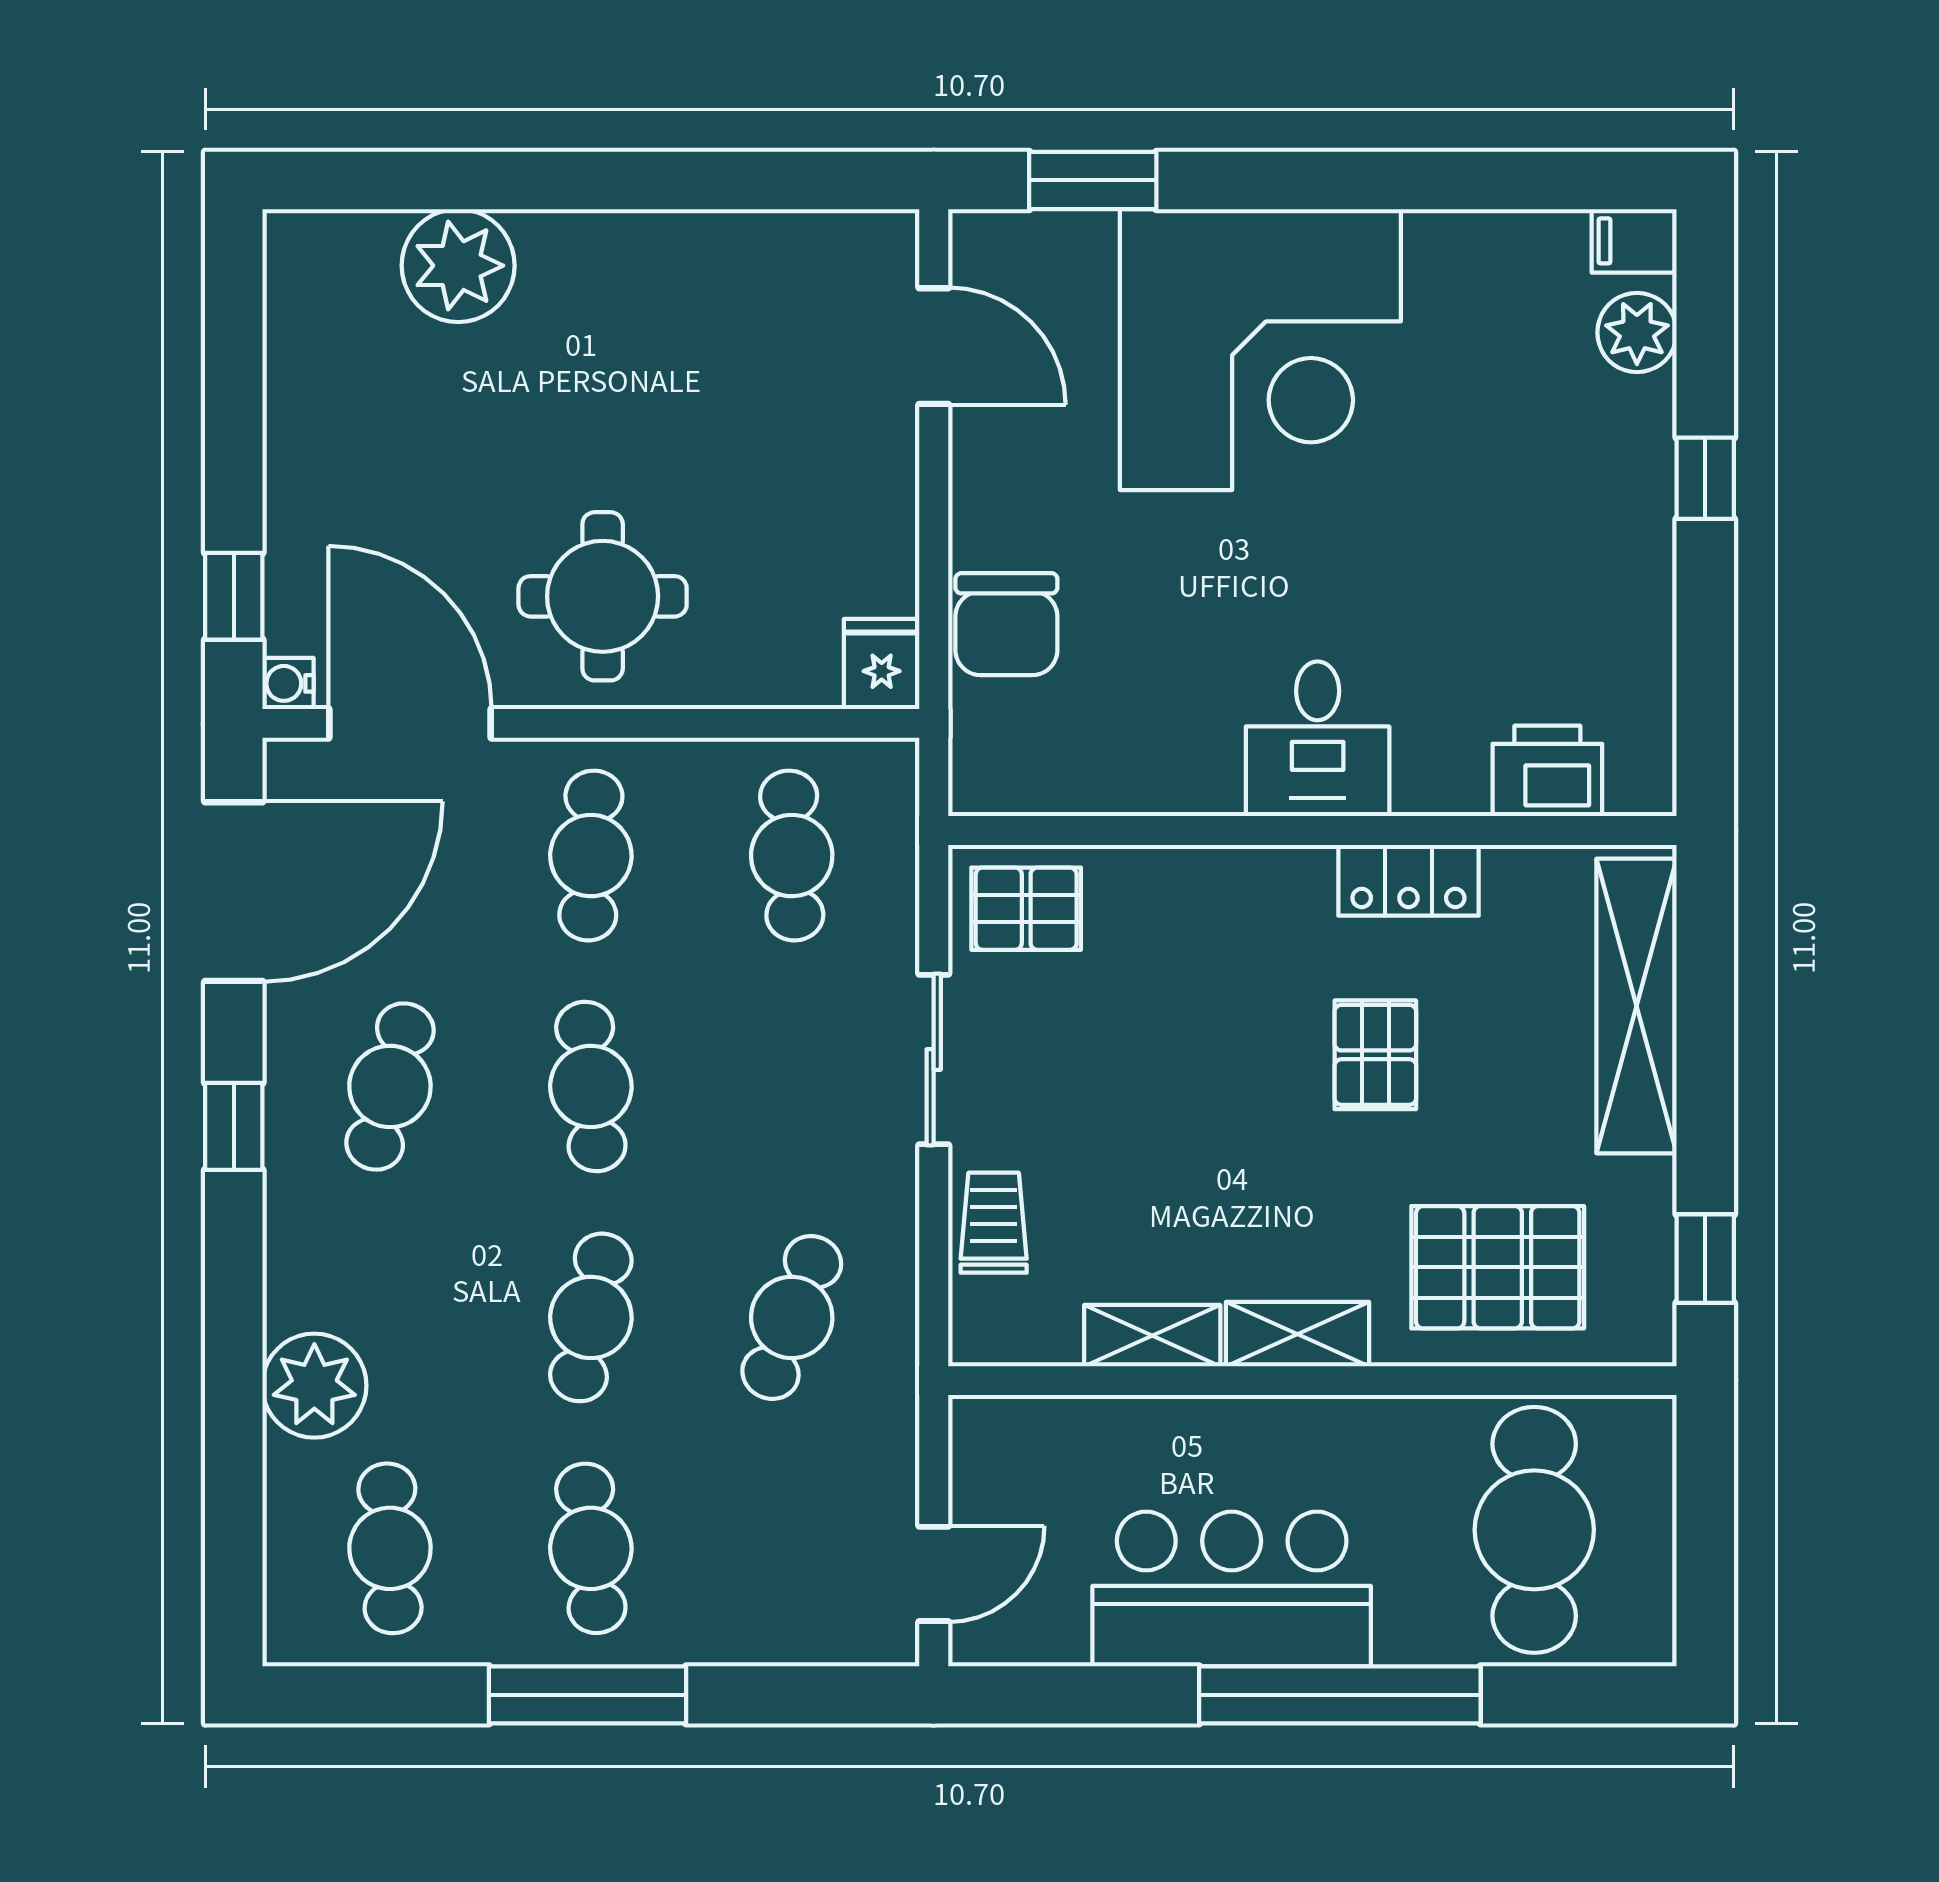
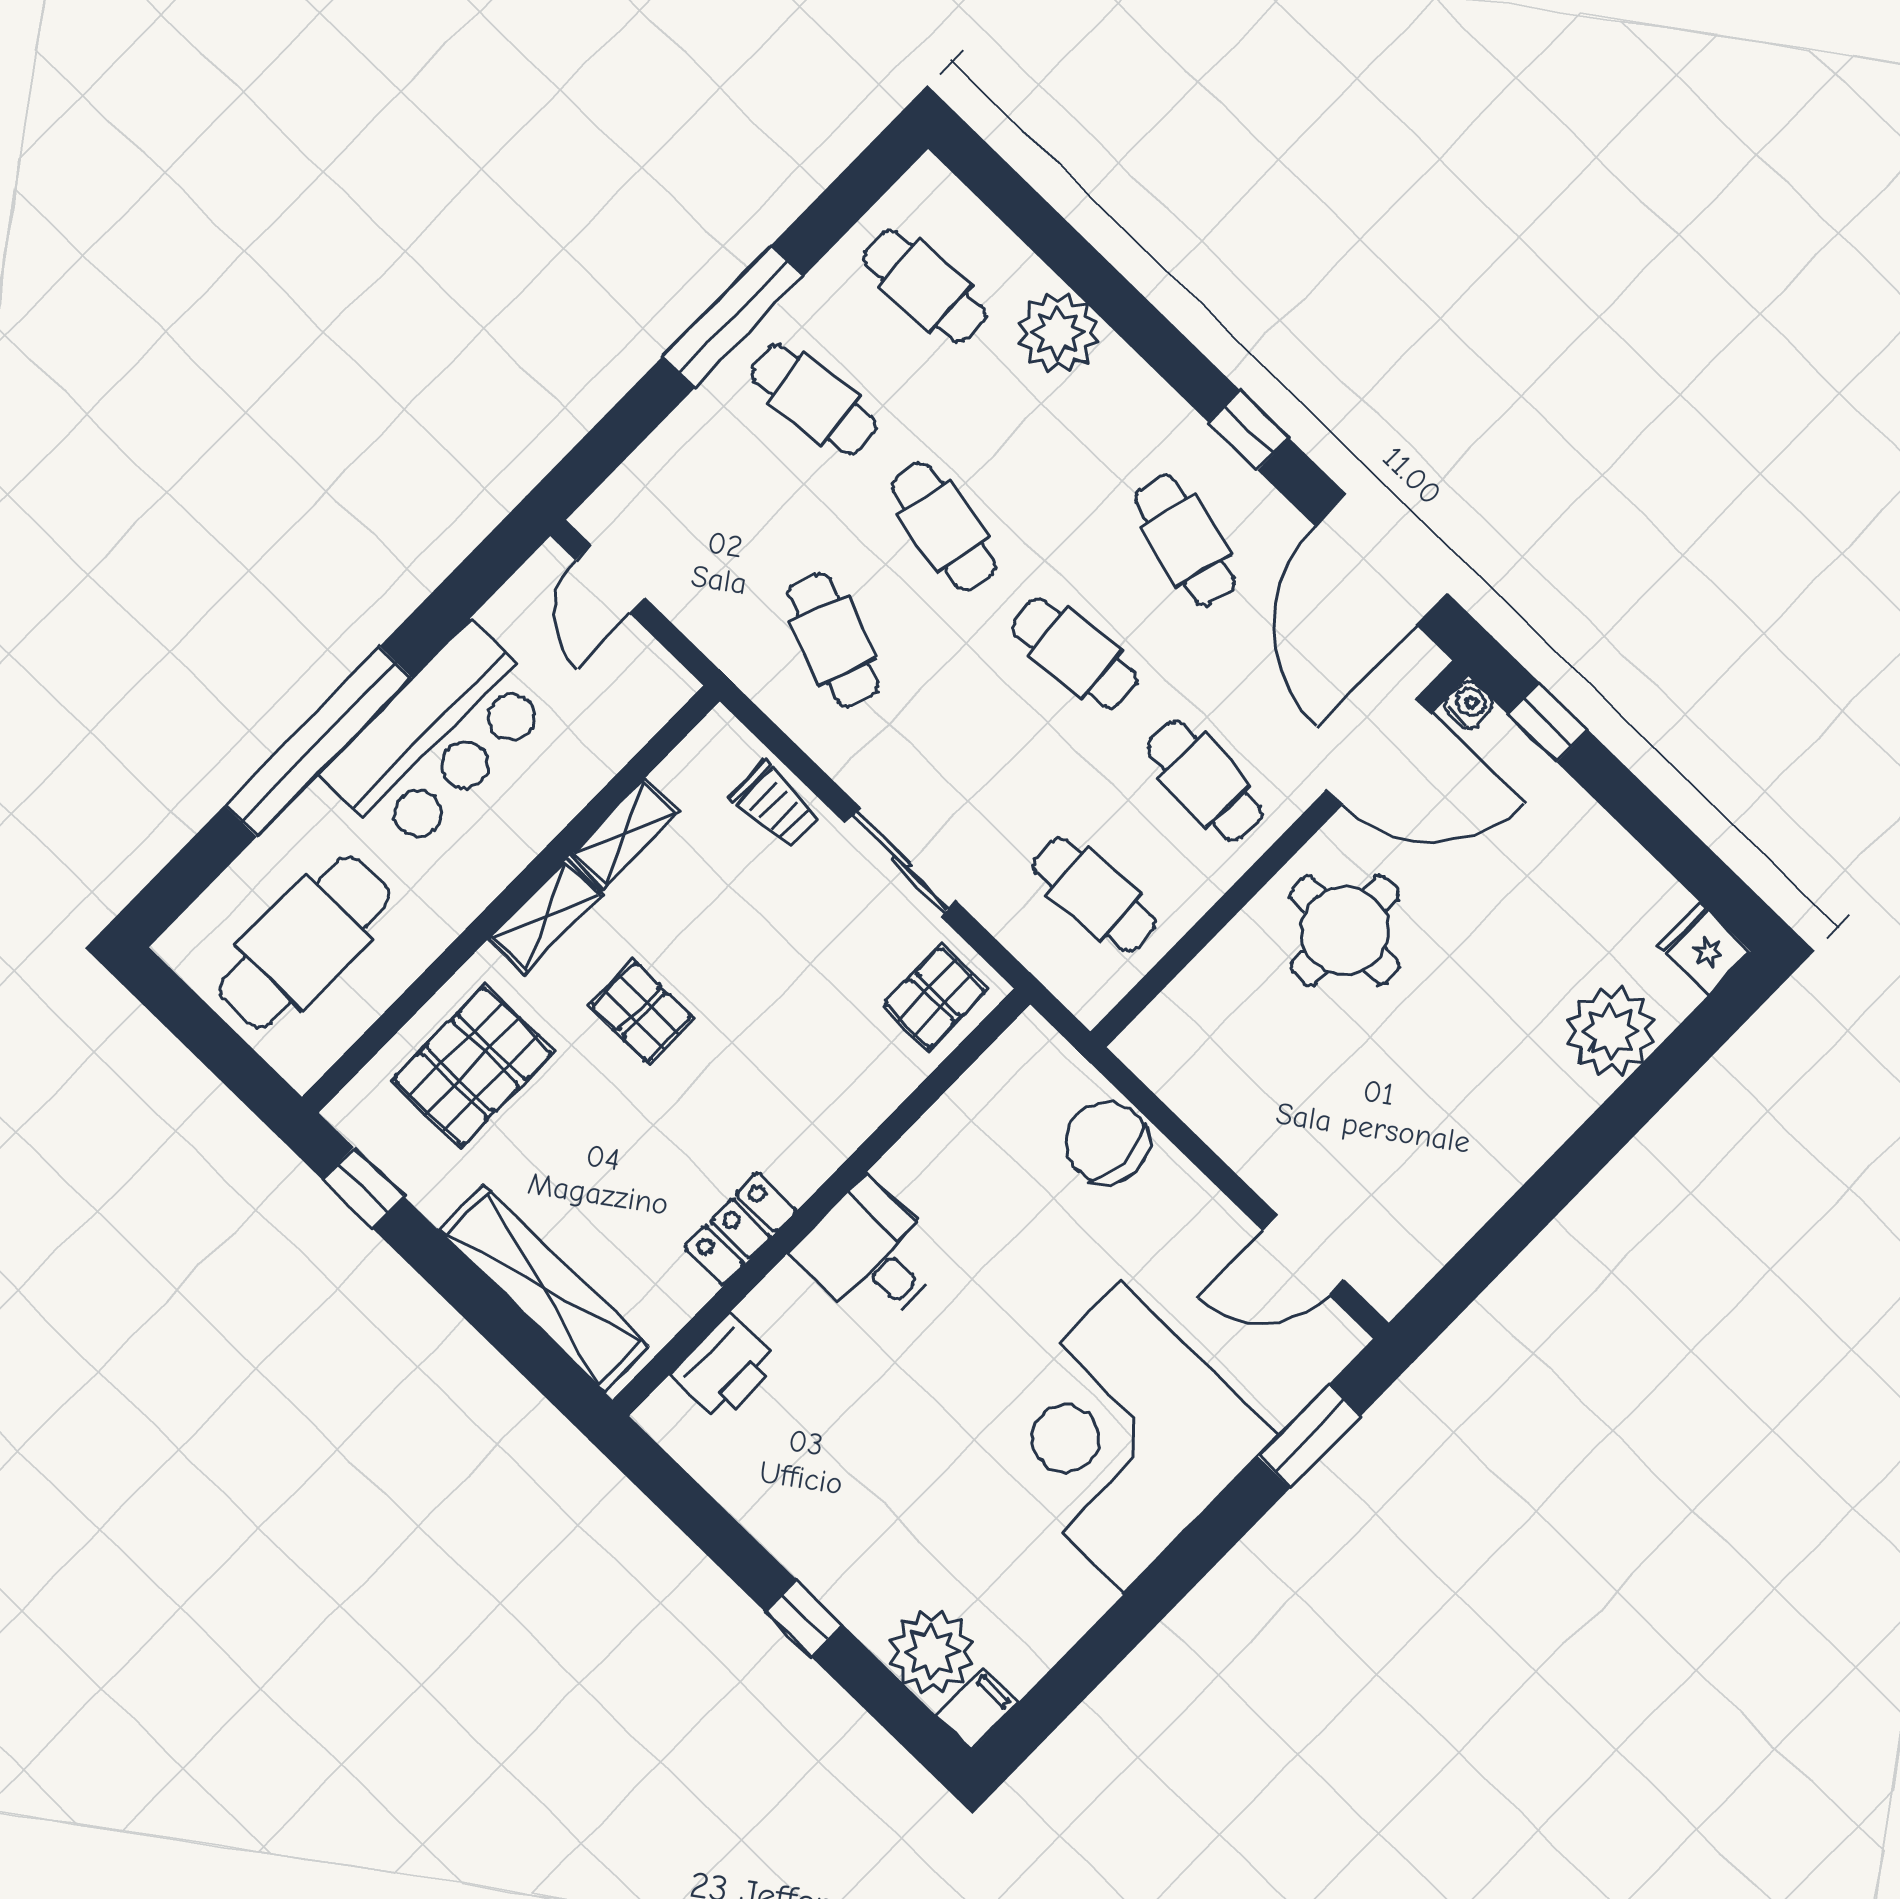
plant: (1637, 332) -> (932, 1652), width x1.36, depth x1.36
fridge: (882, 664) -> (1705, 948), moved, turned 180
pallet: (1375, 1055) -> (641, 1012), moved
cafe table: (1534, 1530) -> (304, 942), turned 90

